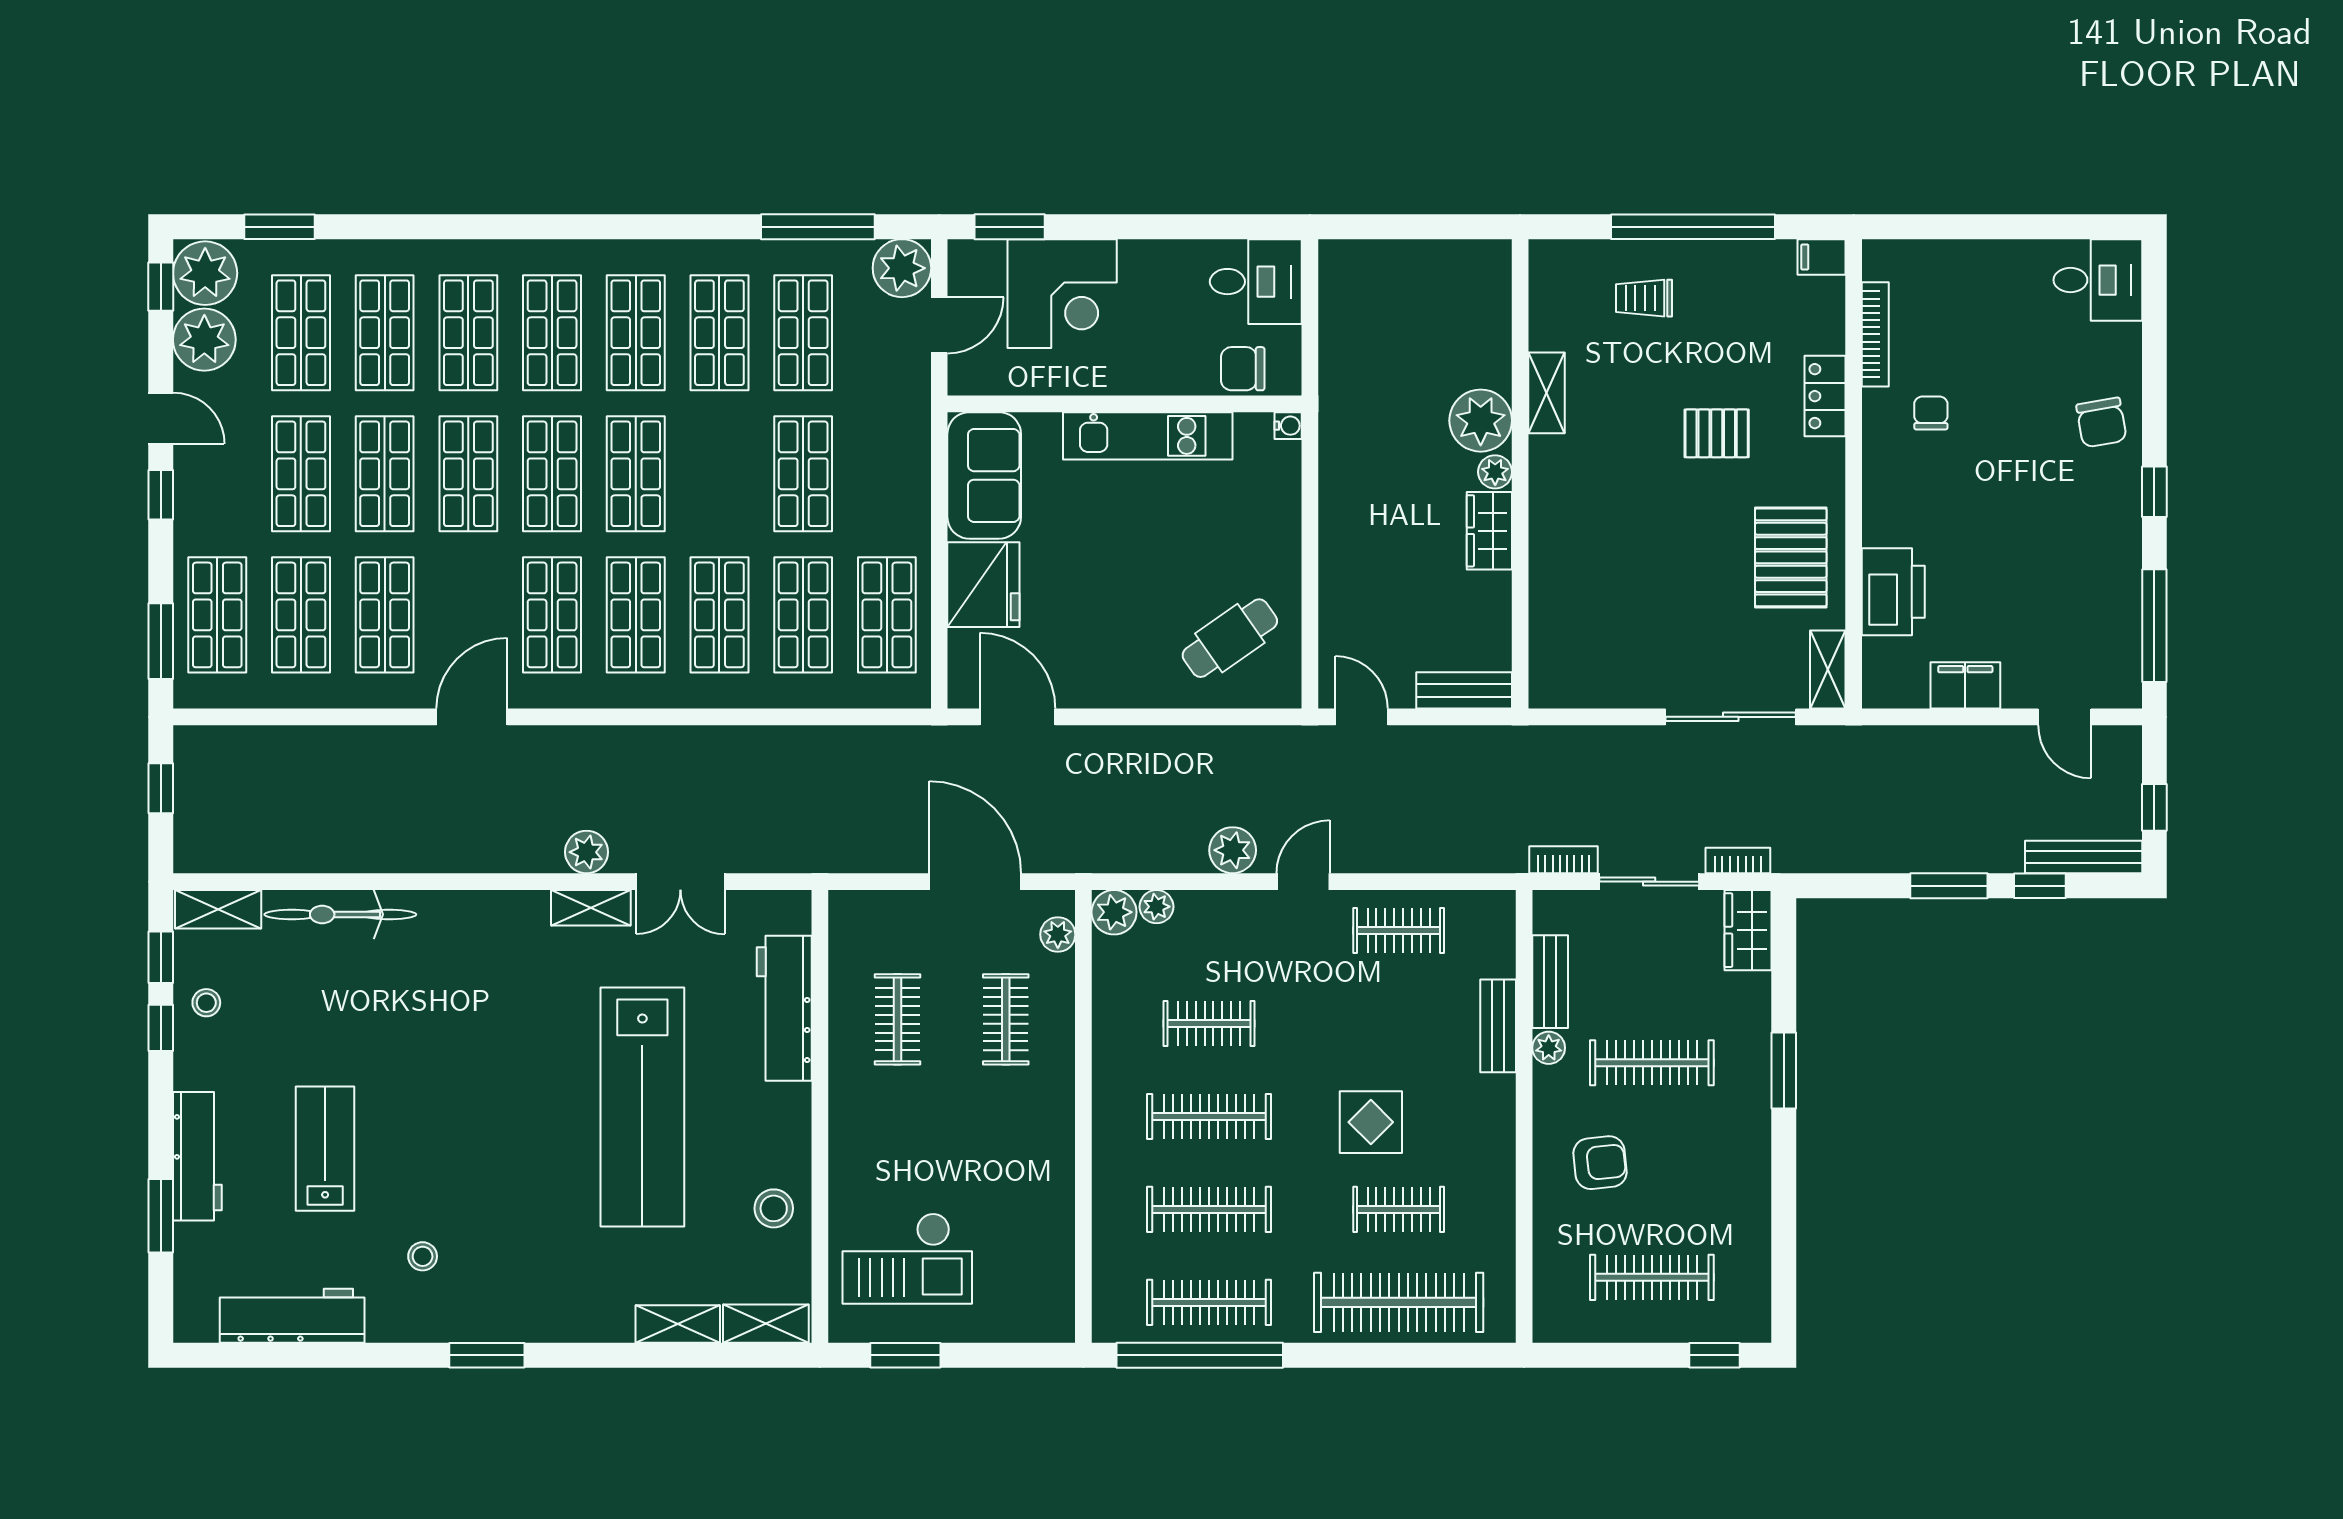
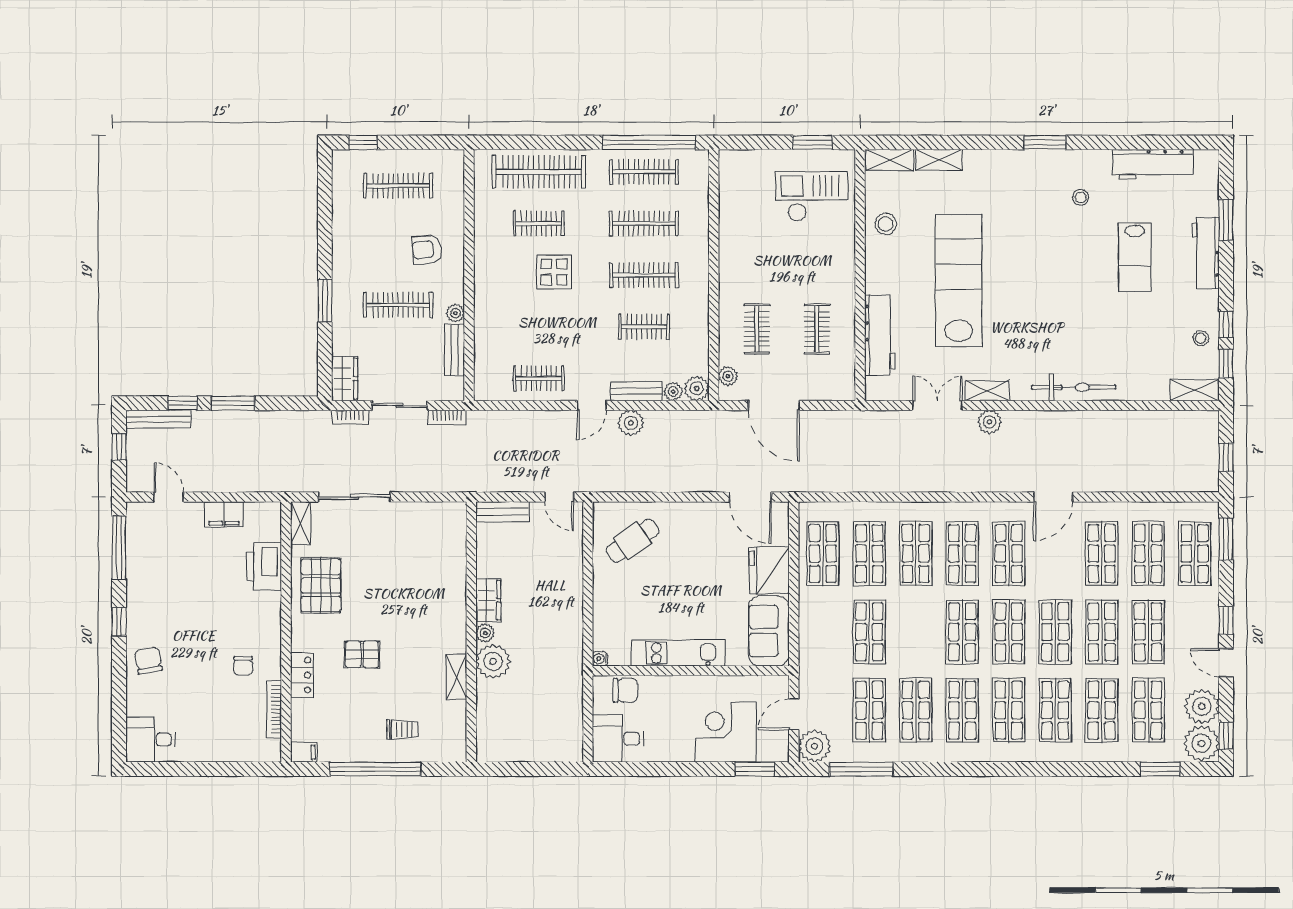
bicycle: (340, 914) -> (1074, 387), moved
bench: (1498, 1026) -> (636, 391), moved, turned 90

